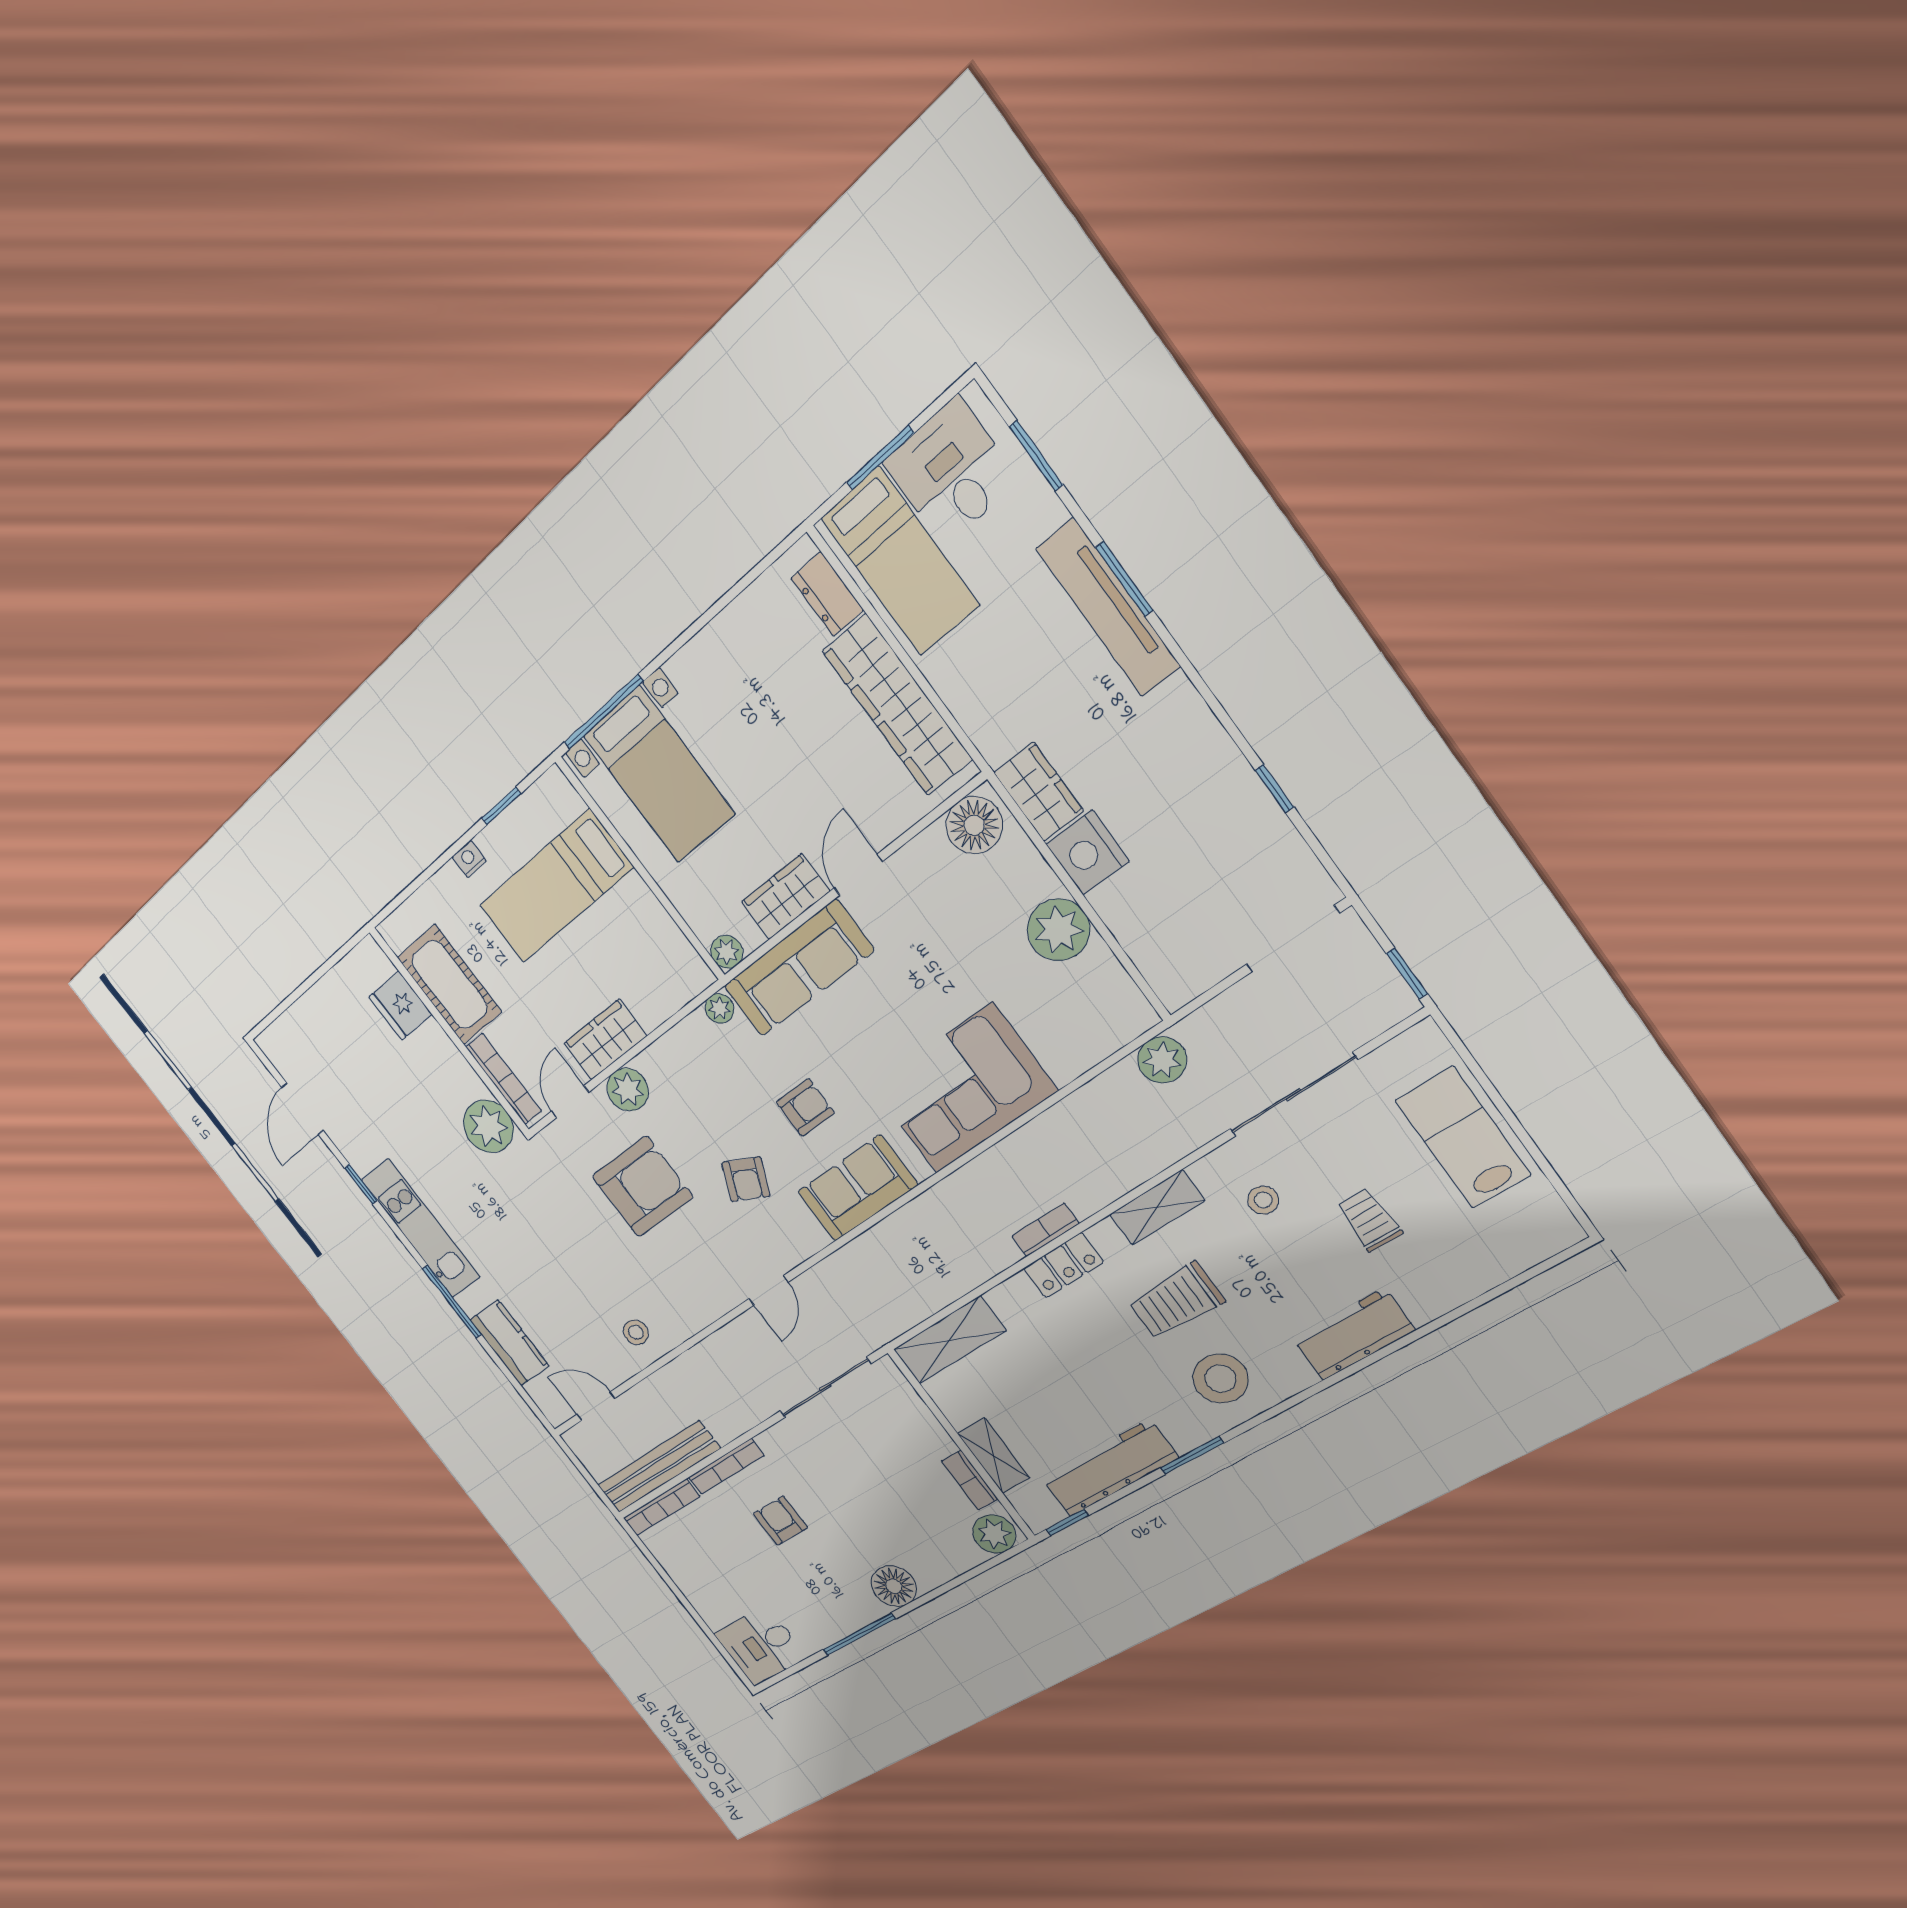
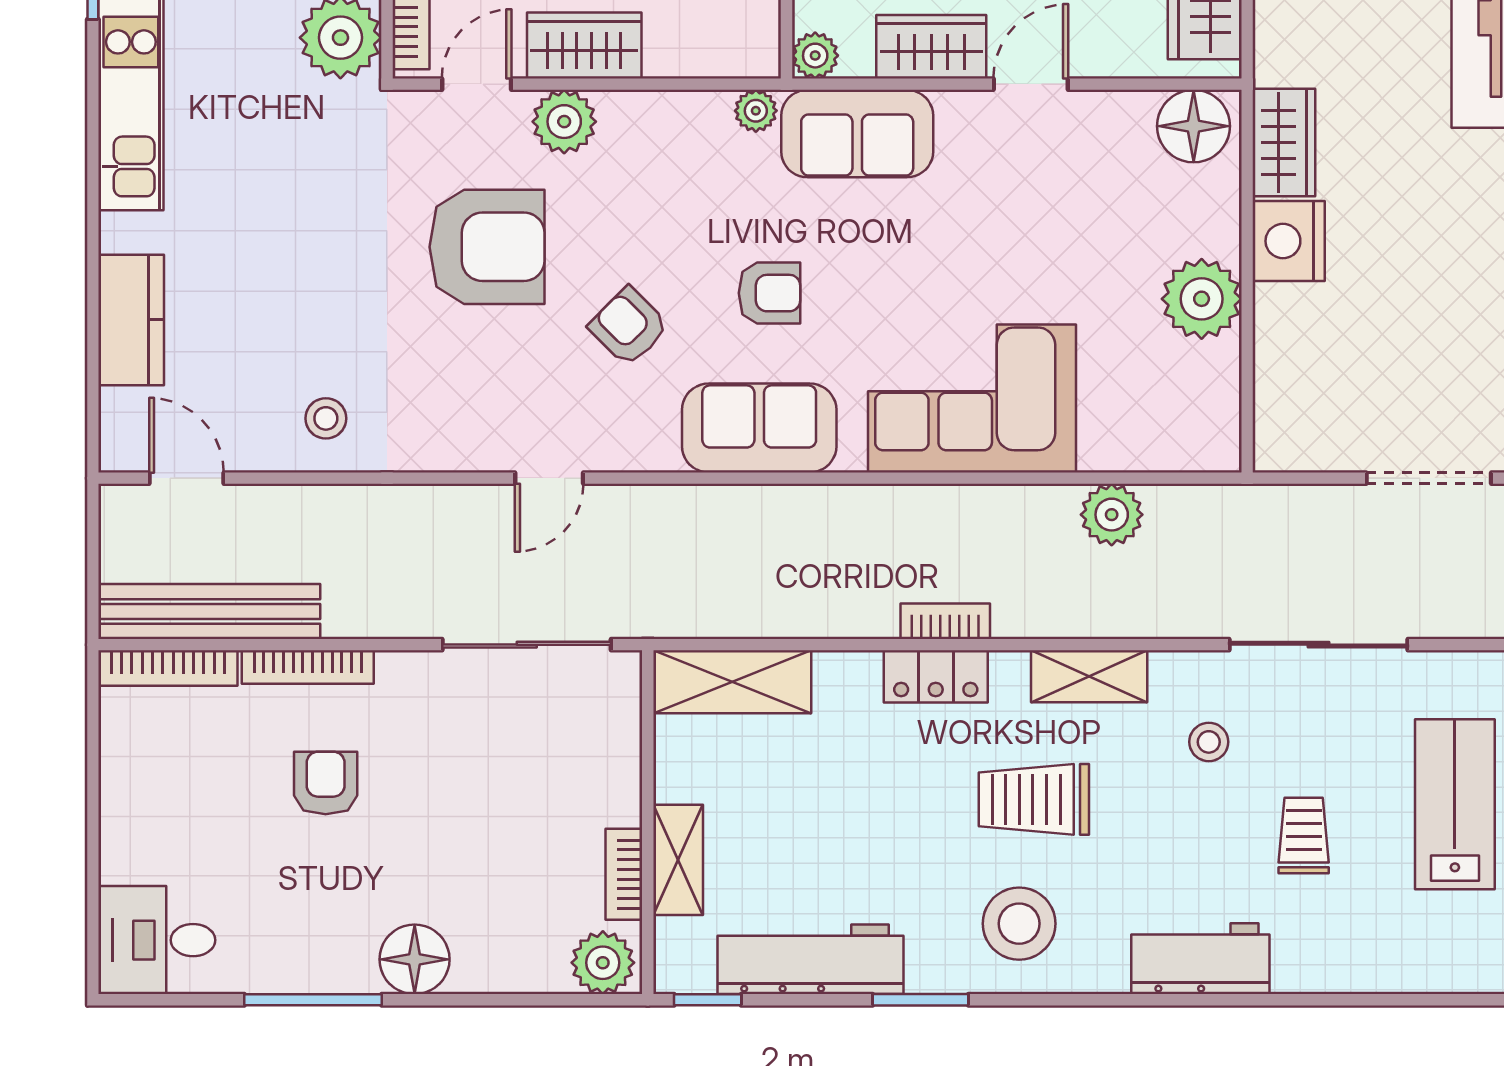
sofa: (798, 968) -> (857, 134), width x0.73
plant: (1162, 1060) -> (1112, 515), moved
armchair: (746, 1179) -> (629, 327), turned 110
window: (452, 1302) -> (93, 215), removed

